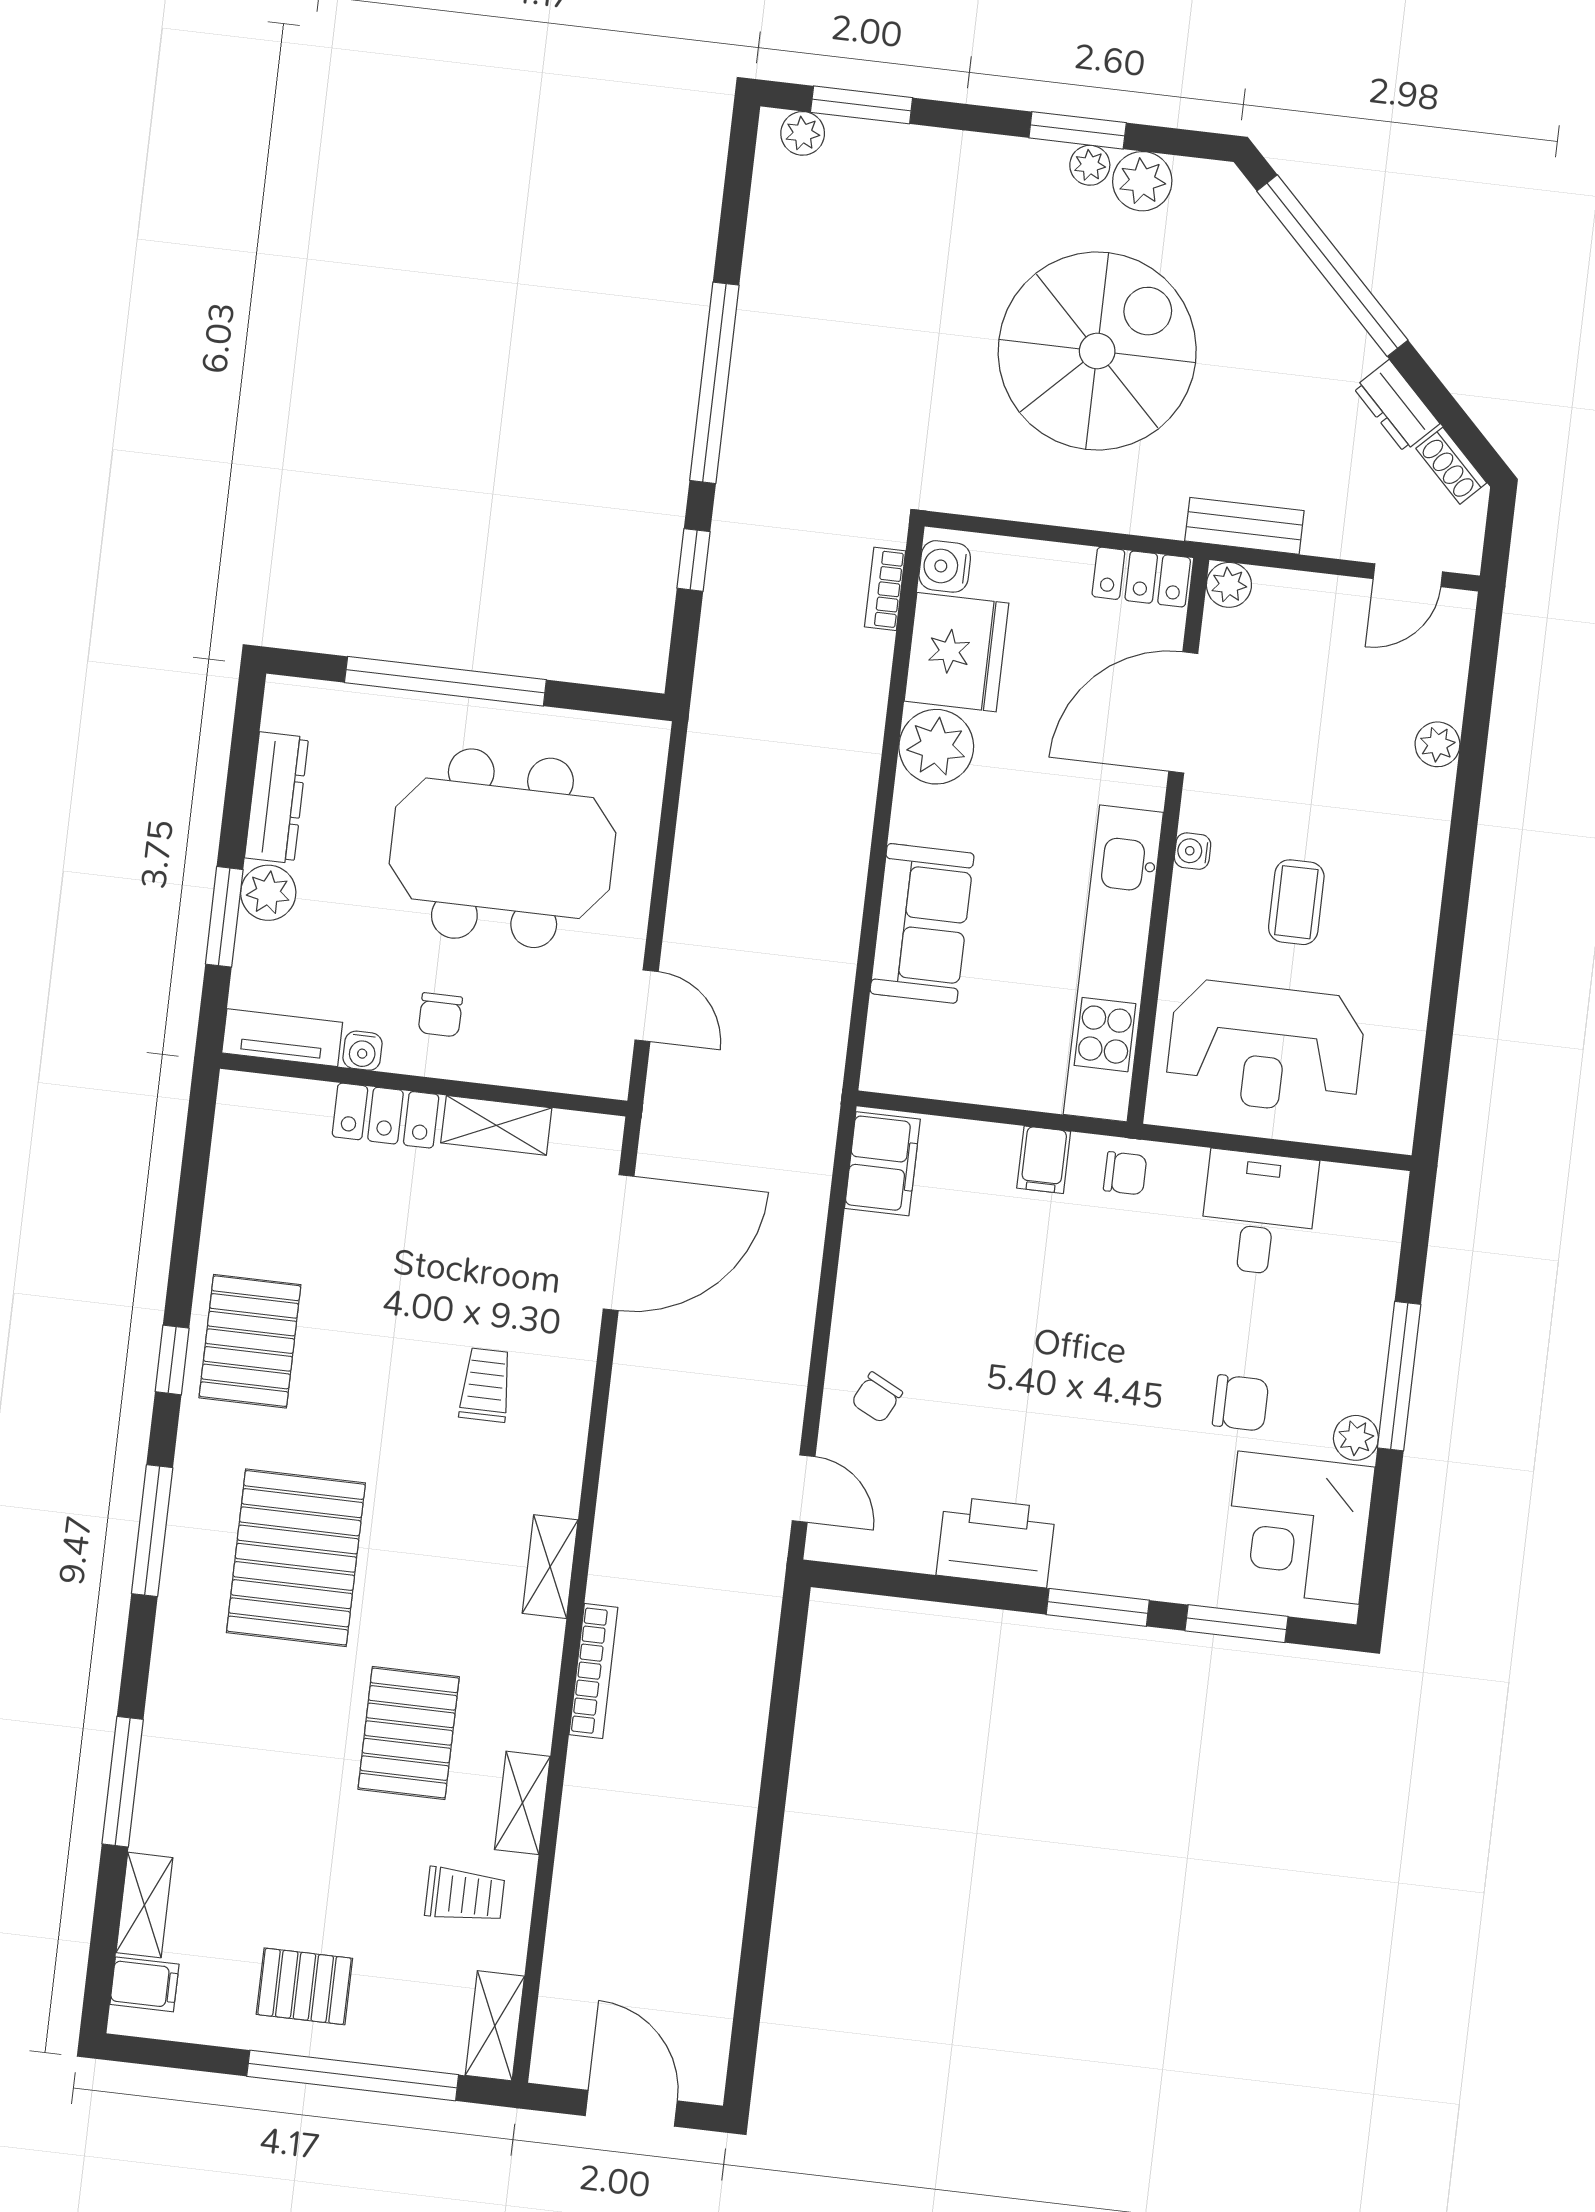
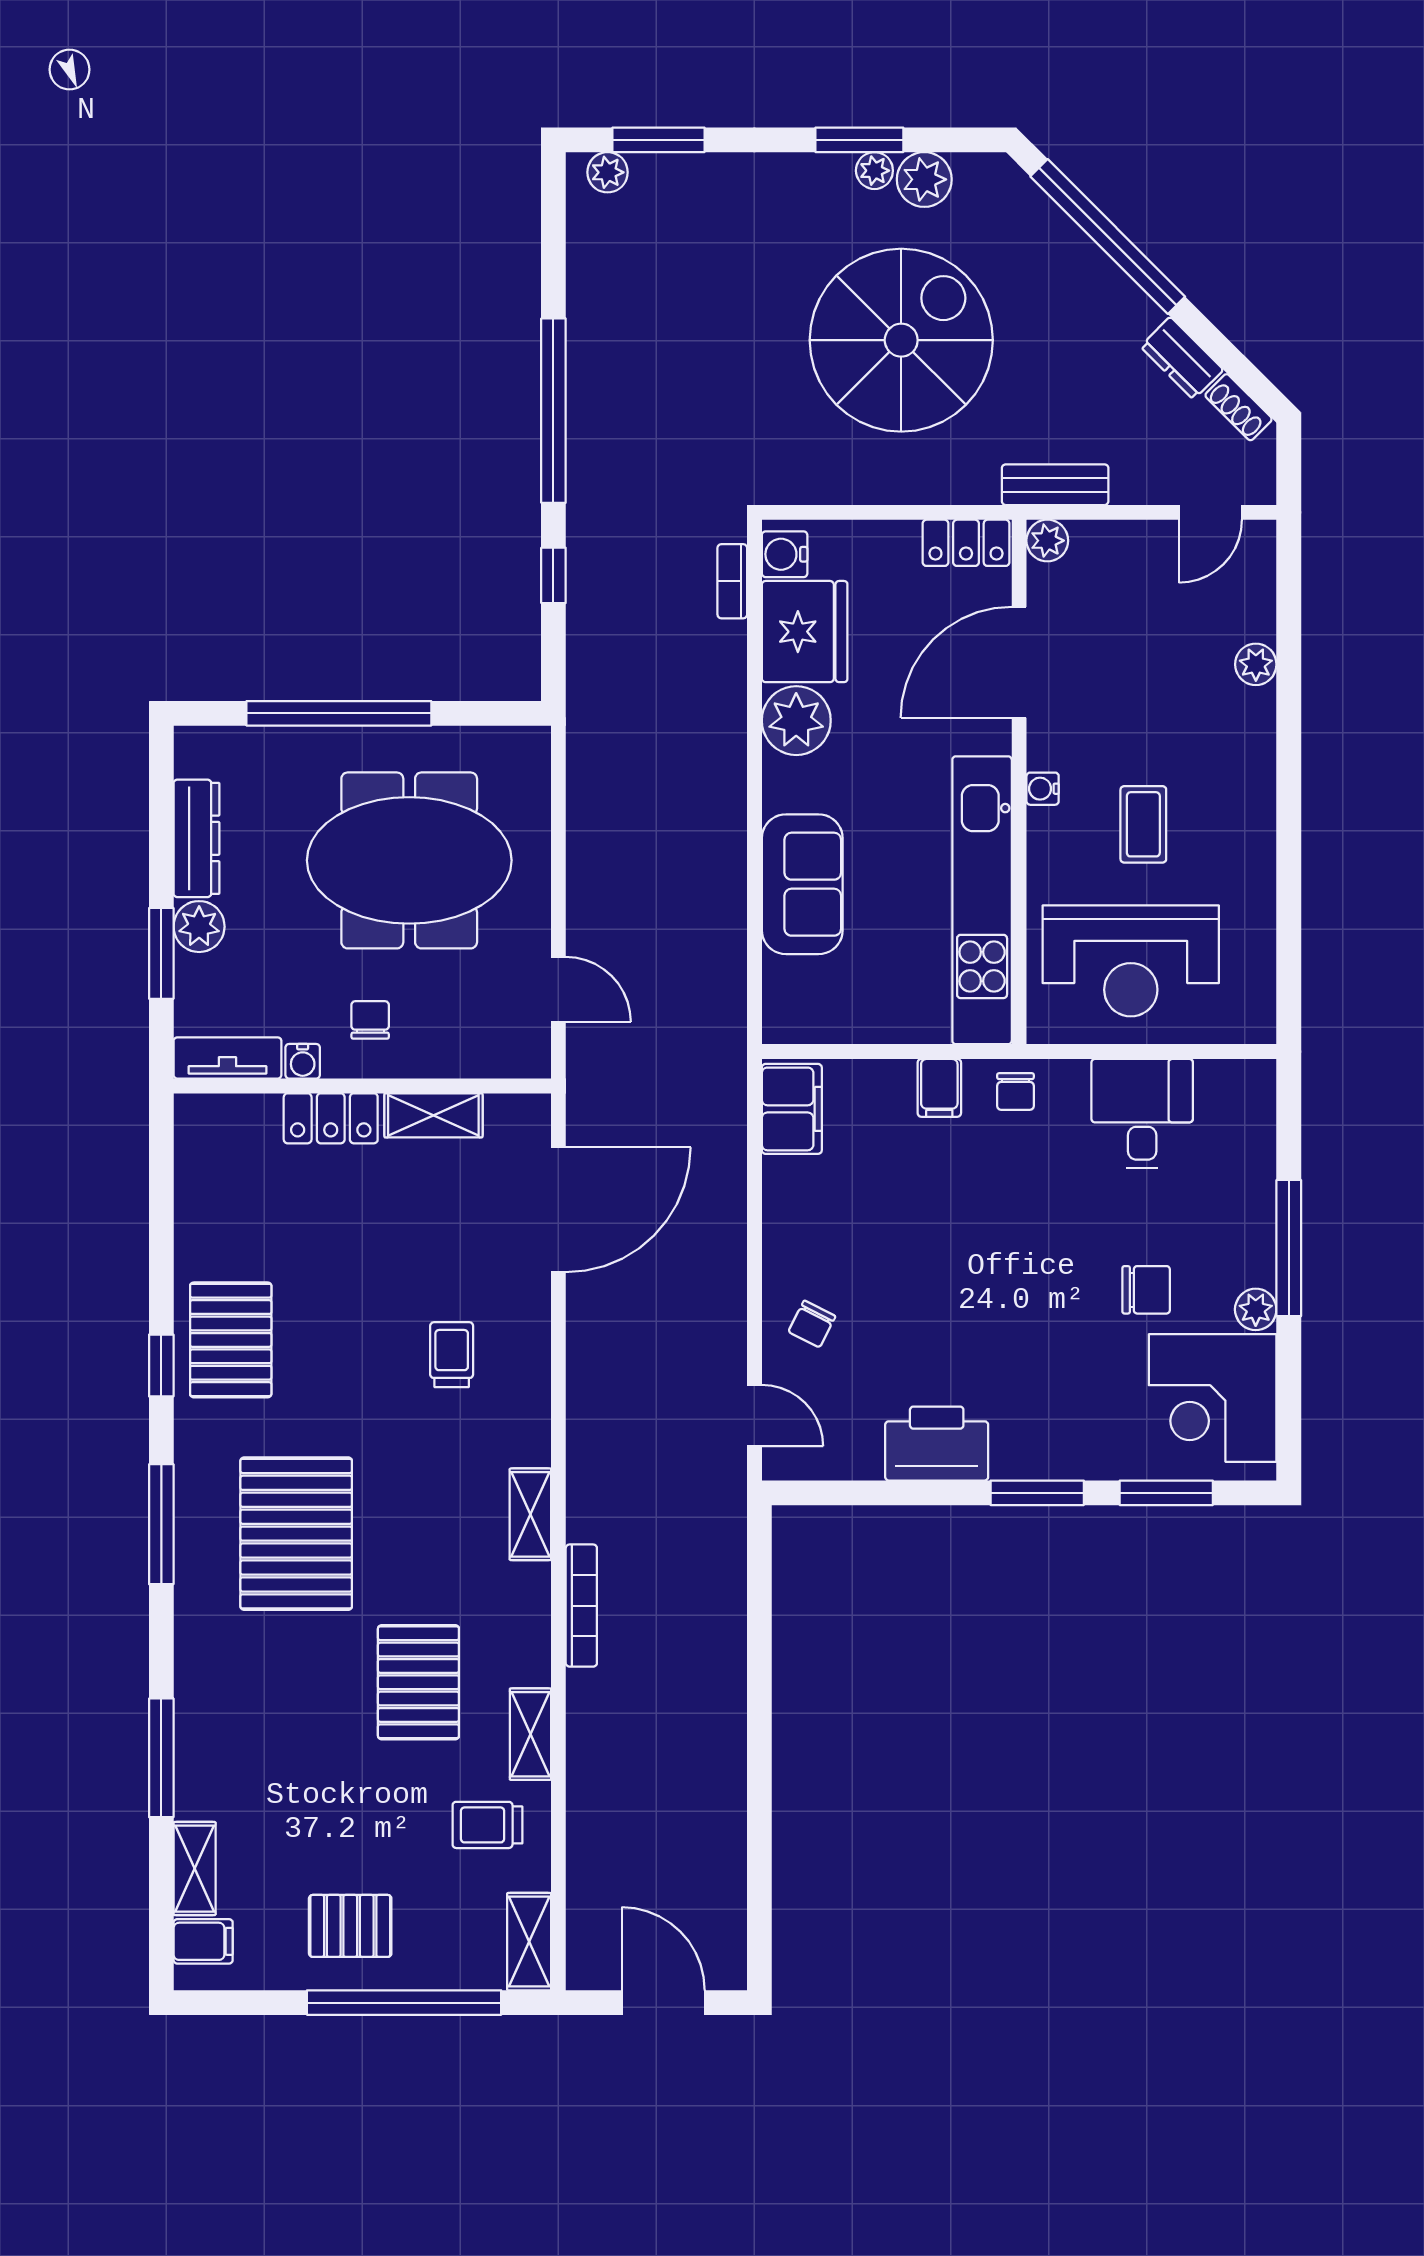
chair: (440, 1015) -> (370, 1020), turned 180
chair: (1125, 1173) -> (1015, 1091), turned 90
trolley: (465, 1895) -> (487, 1825), turned 180

